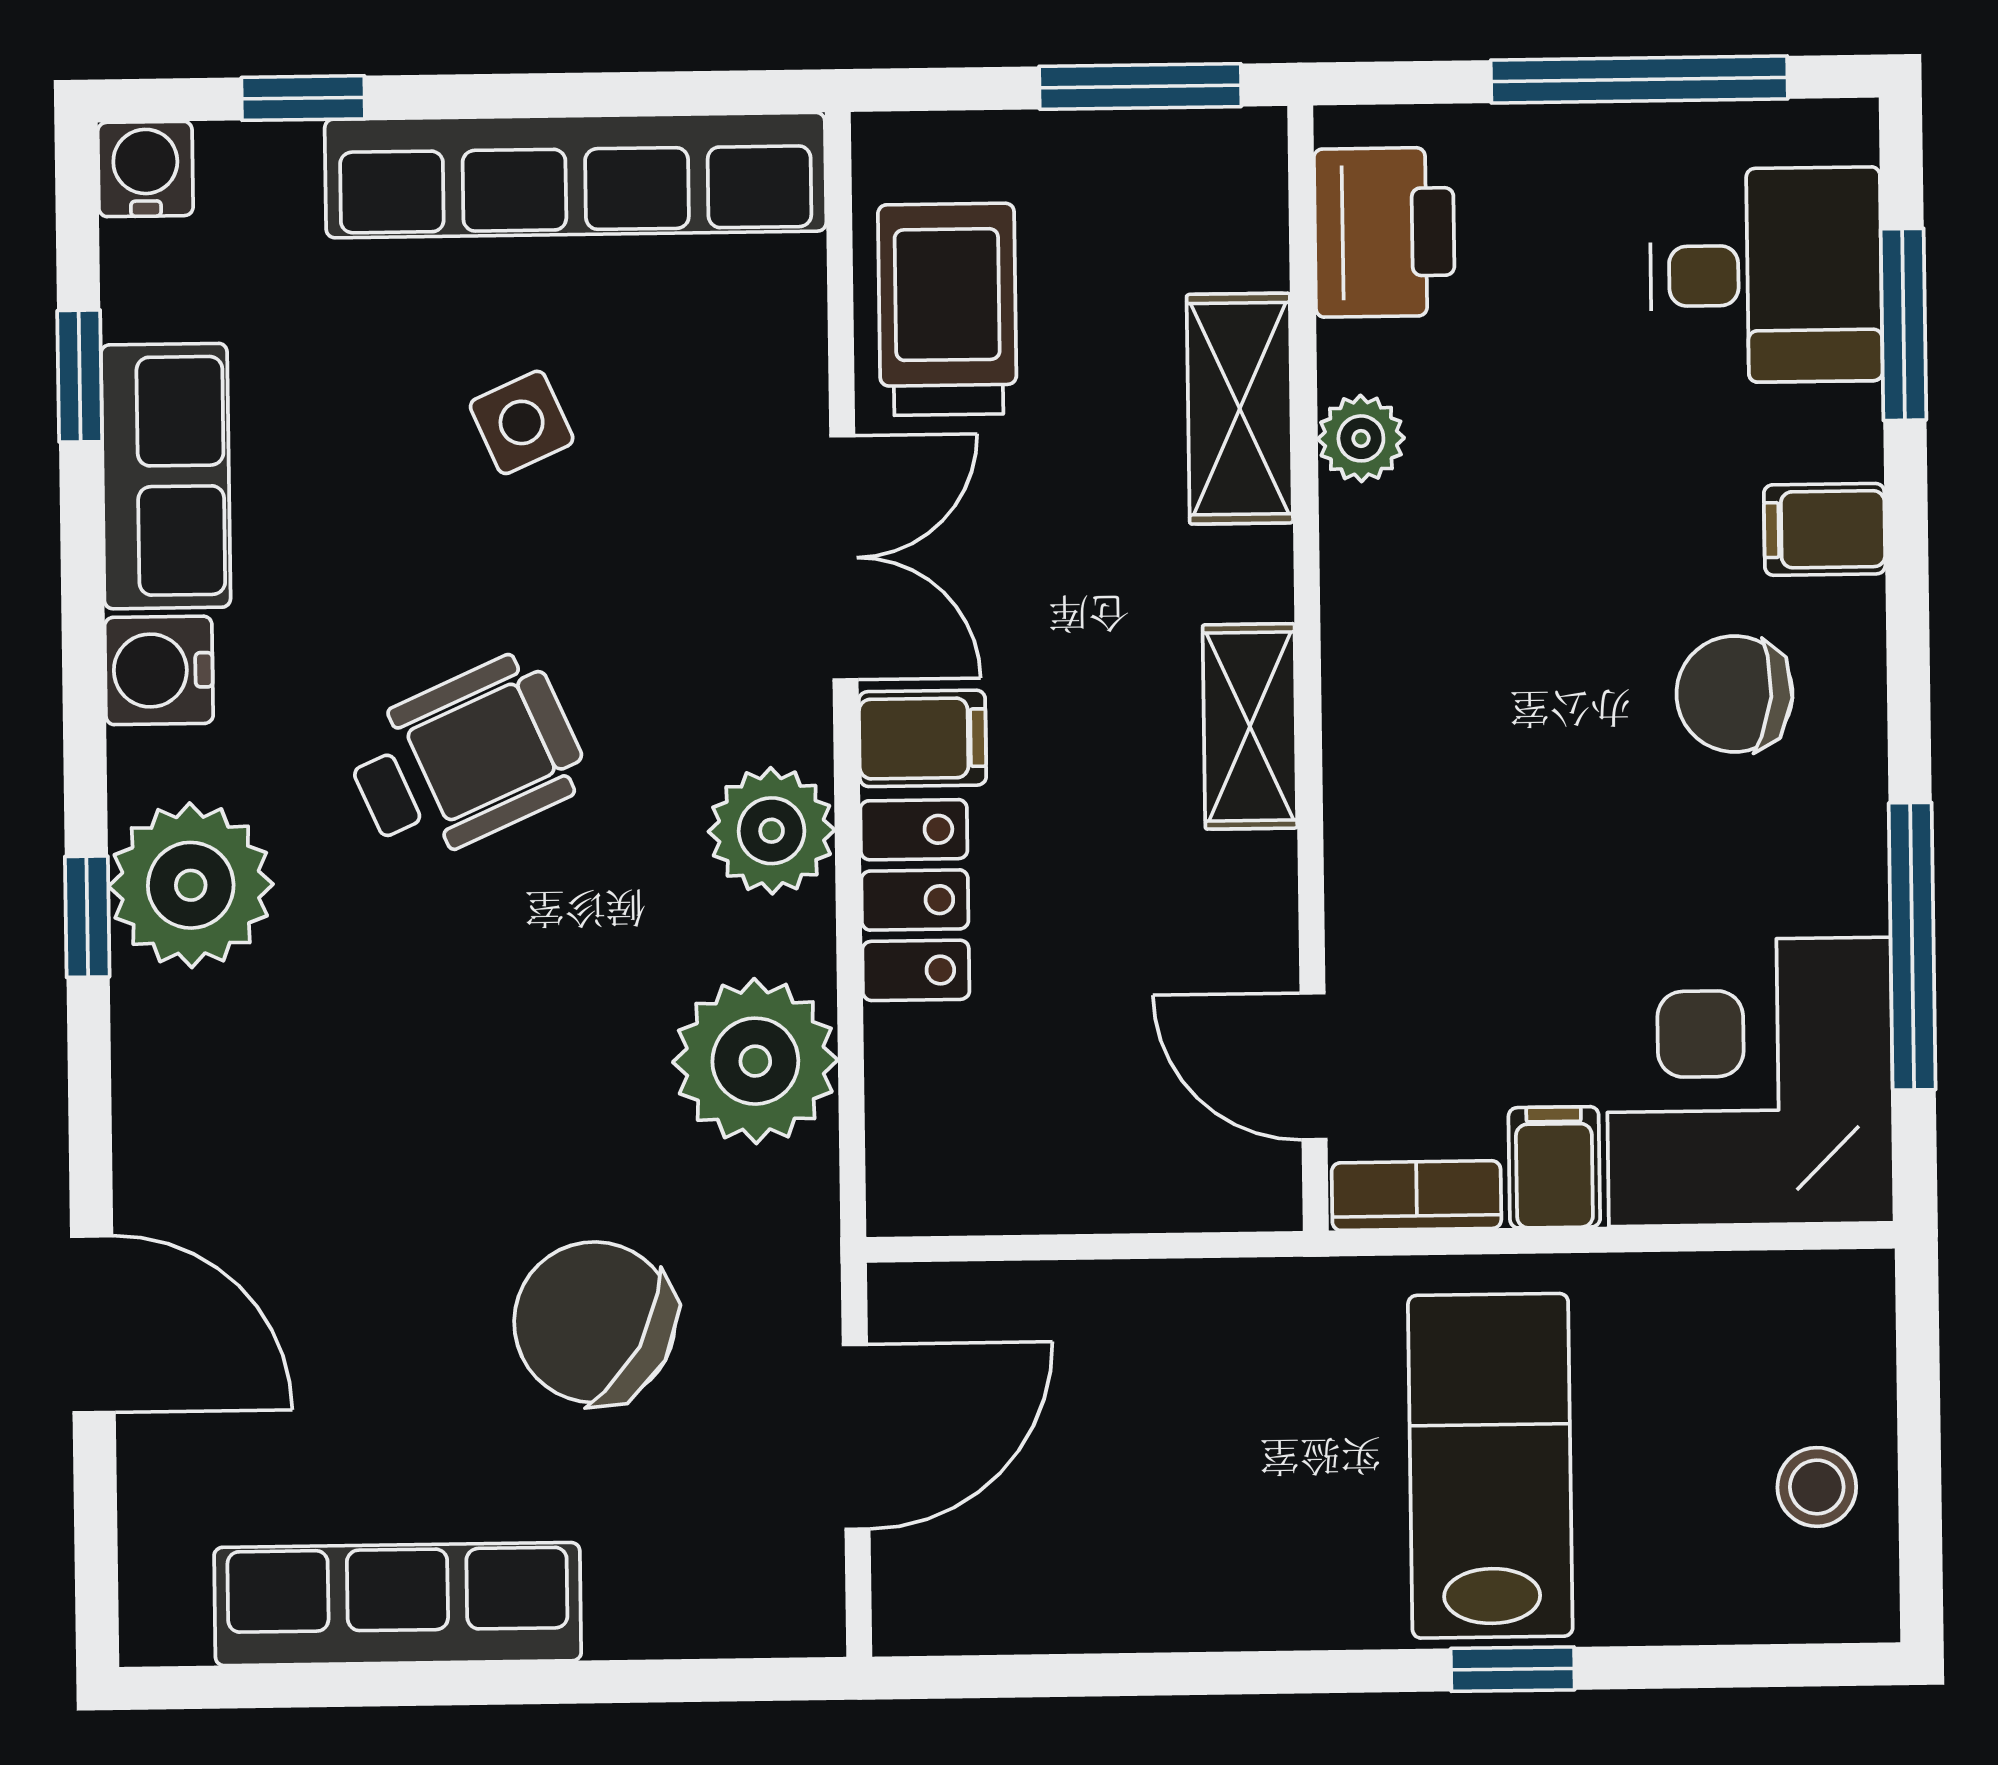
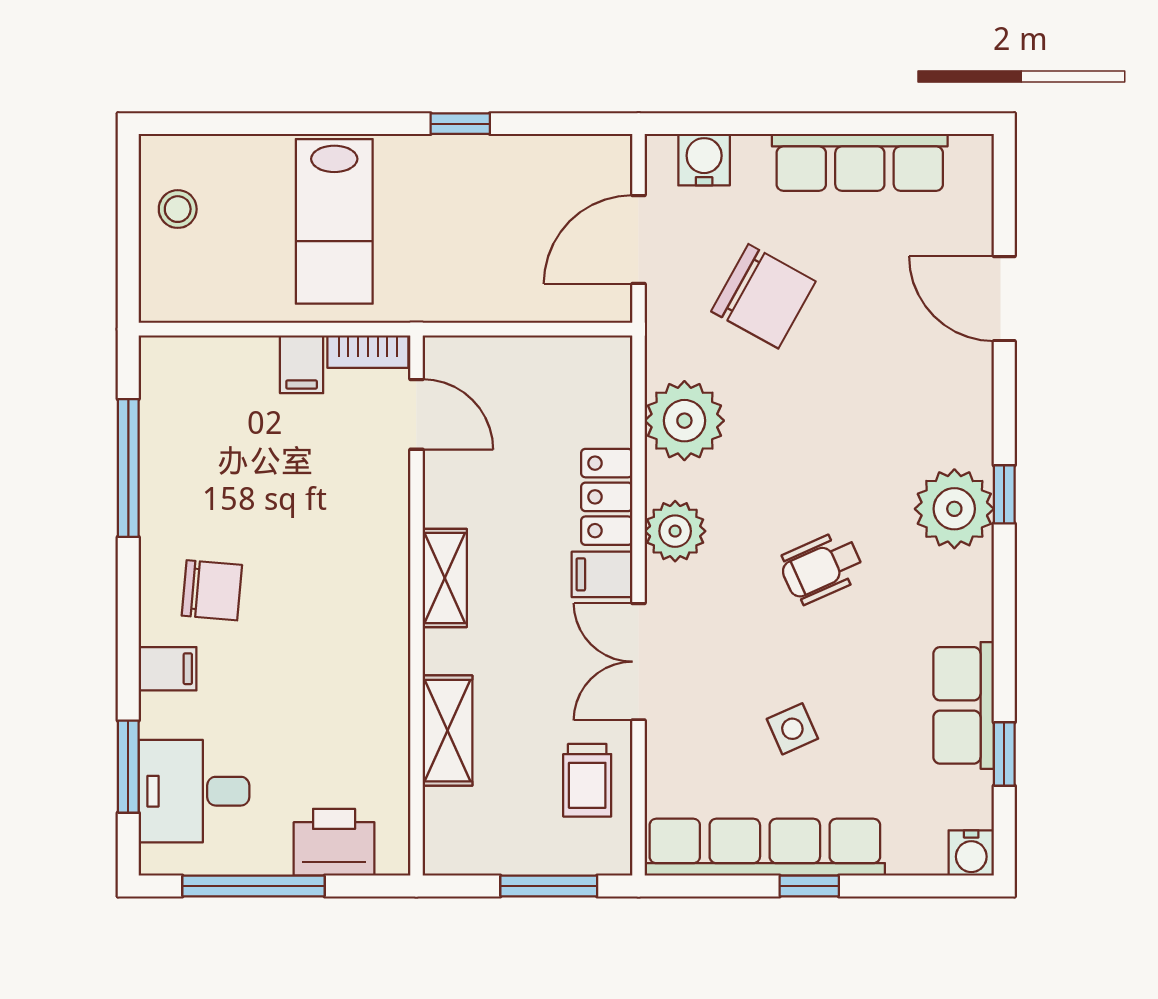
window: (1140, 86) -> (549, 886), moved
window: (303, 98) -> (809, 886), moved
printer: (1384, 232) -> (334, 842), moved, turned 90
trolley: (947, 309) -> (587, 780), width x0.73, depth x0.72
plant: (1361, 438) -> (389, 715), removed
water cooler: (159, 670) -> (704, 160), moved, turned -90
wheelchair: (465, 759) -> (822, 567), width x0.73, depth x0.73
corner desk: (1750, 1082) -> (207, 404), removed
window: (1513, 1669) -> (460, 124), moved

